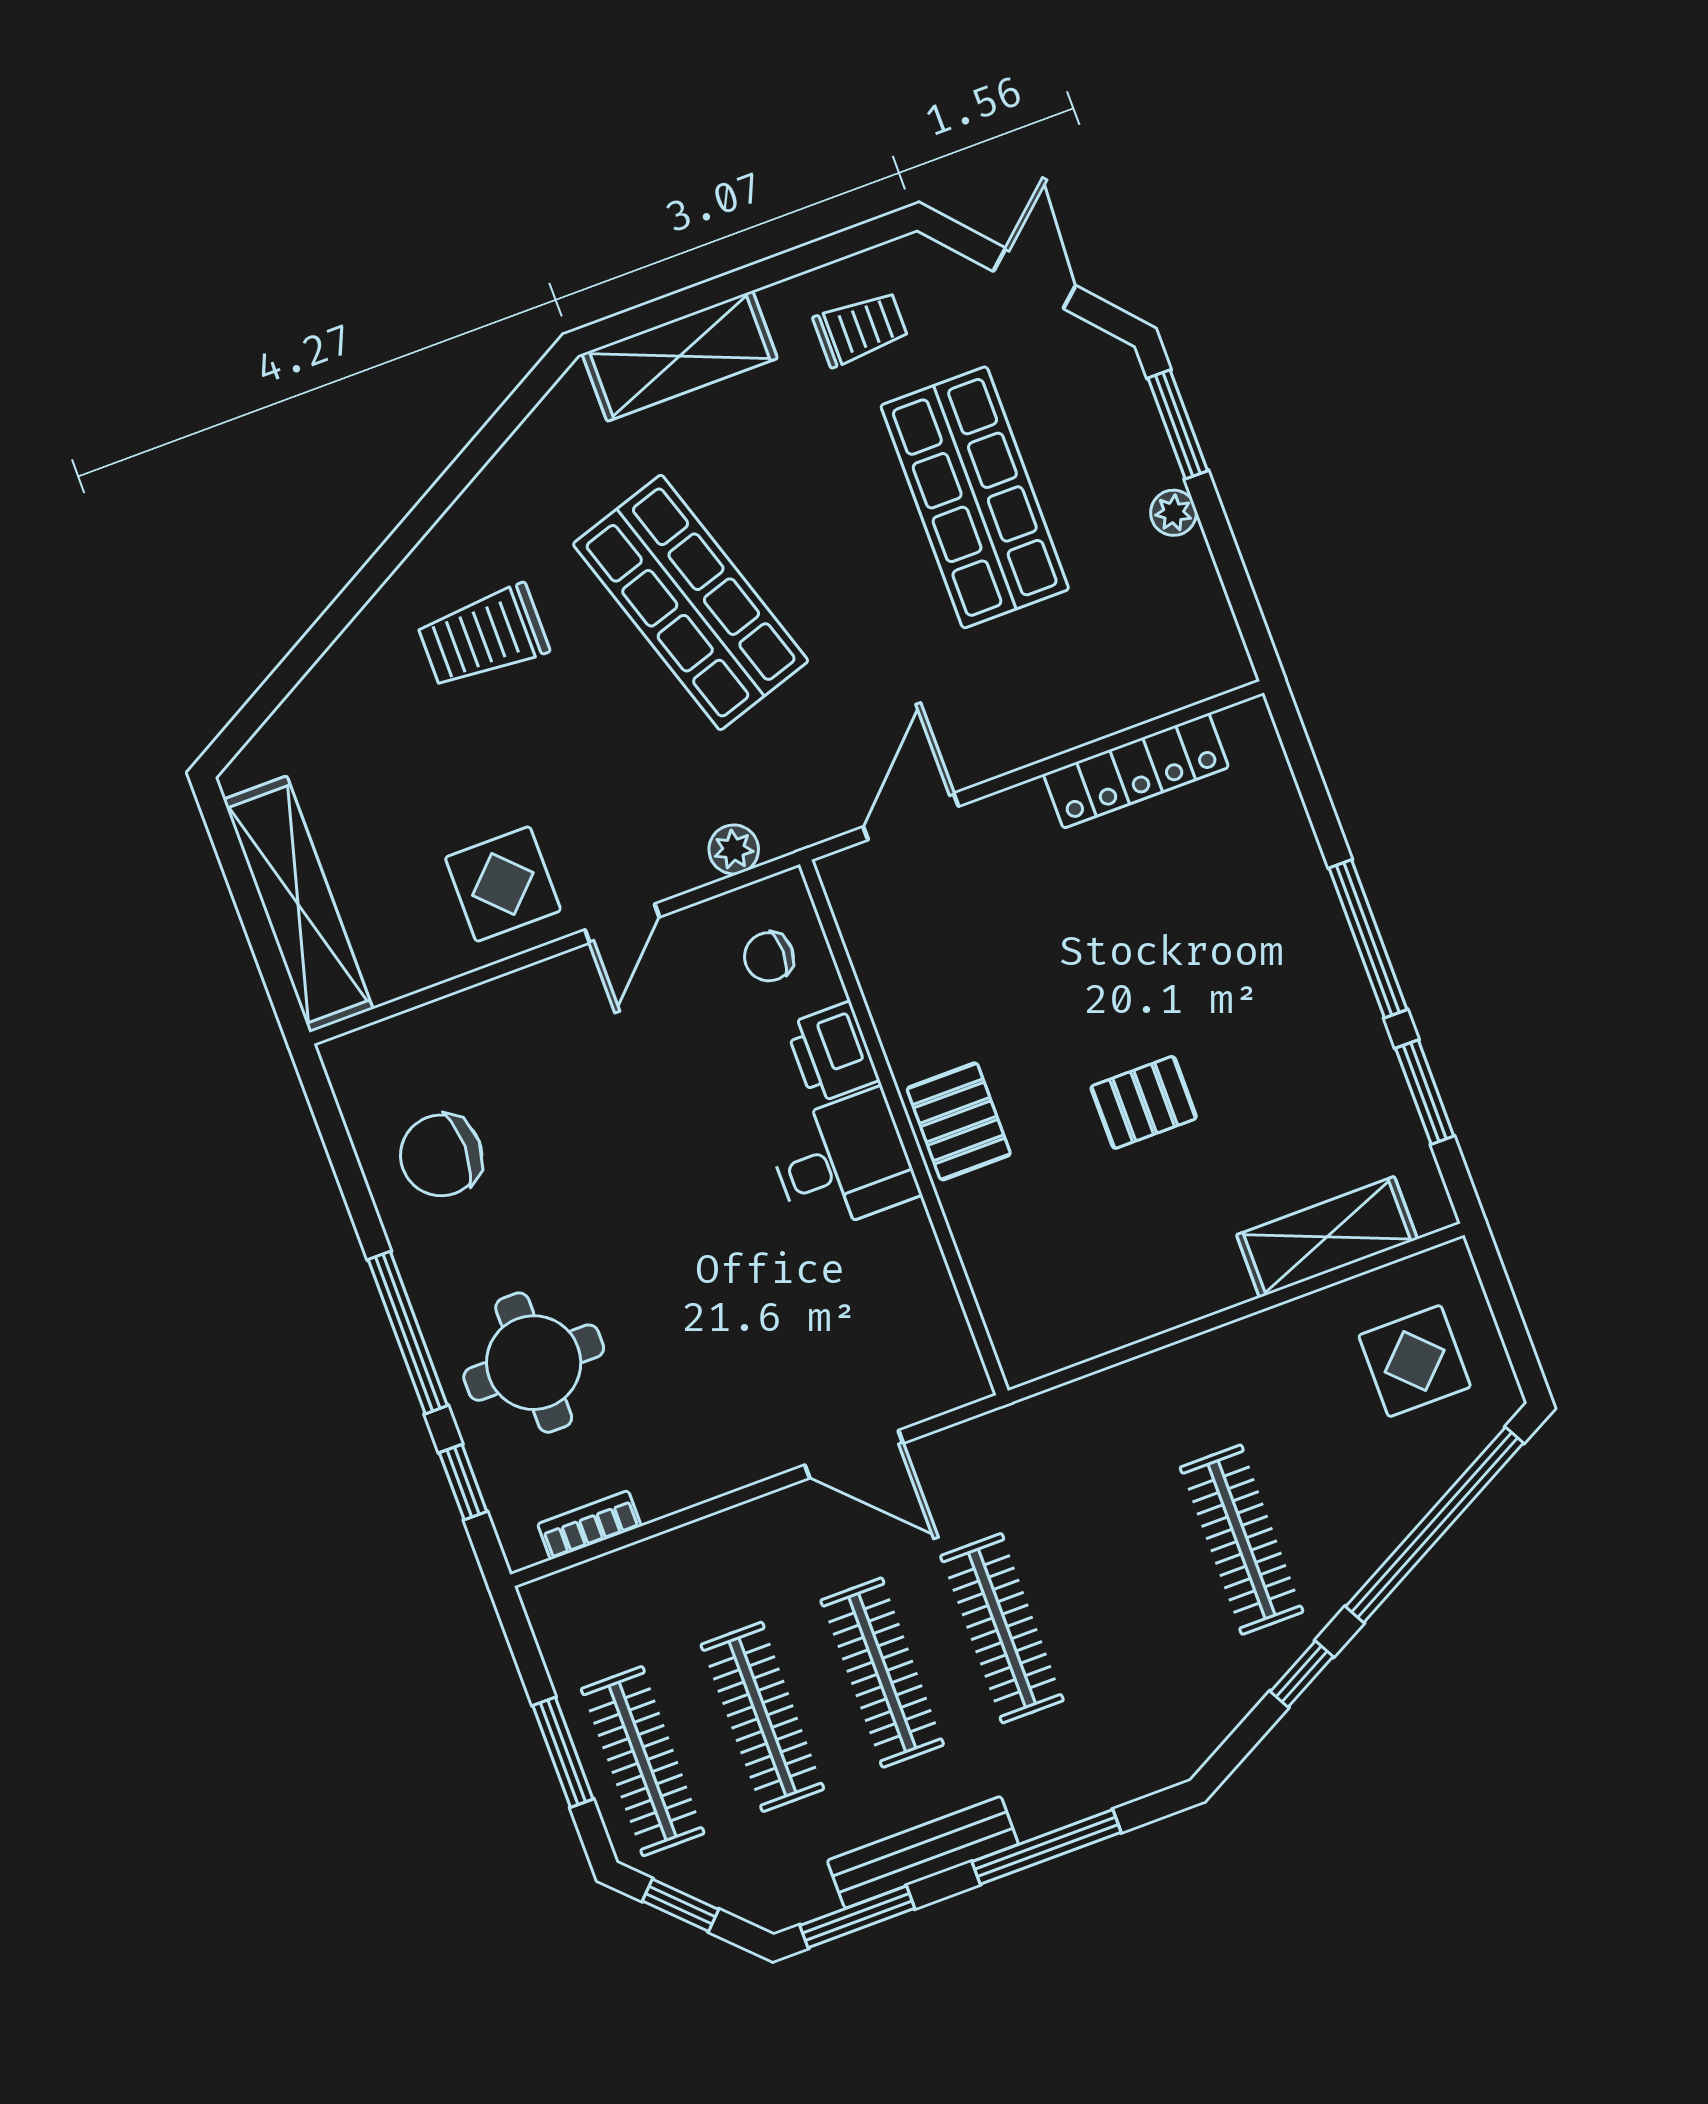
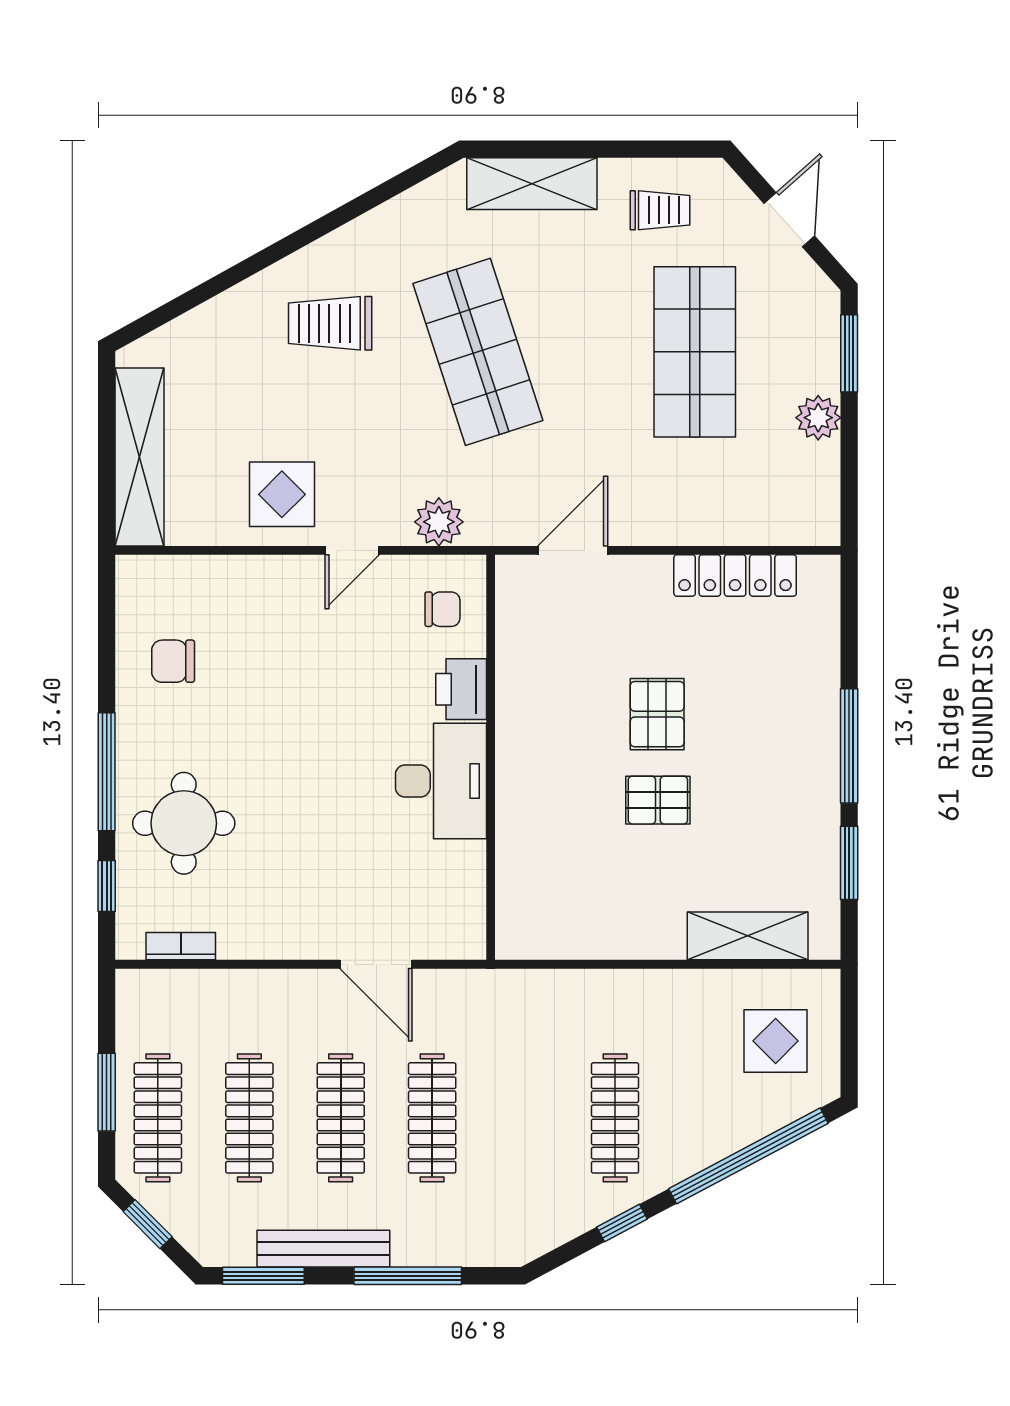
plant: (1173, 513) -> (818, 418), width x1.38, depth x1.38
plant: (734, 849) -> (439, 522), width x1.38, depth x1.38
chair: (769, 957) -> (442, 609), turned 180
pallet: (959, 1121) -> (657, 714), moved
chair: (441, 1155) -> (173, 661), width x0.73, depth x0.73
desk: (843, 1162) -> (441, 781), width x1.37

